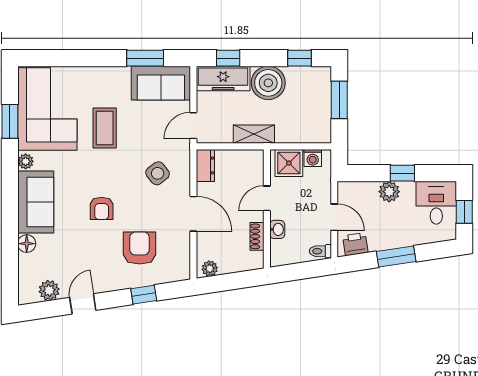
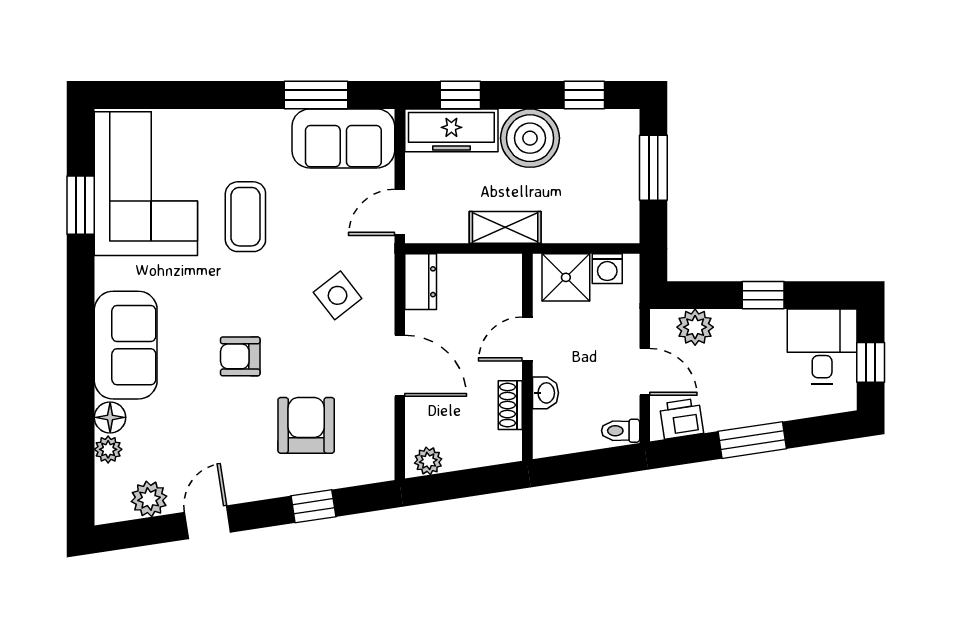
plant: (26, 161) -> (108, 449), moved
plant: (389, 192) -> (695, 327), moved
armchair: (102, 208) -> (240, 356), turned 90

